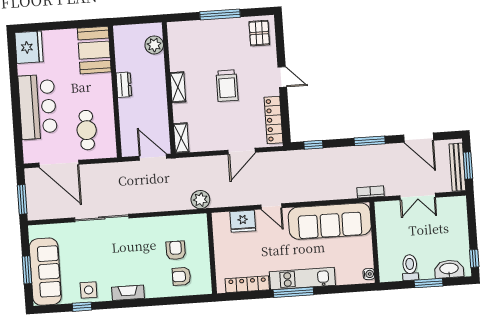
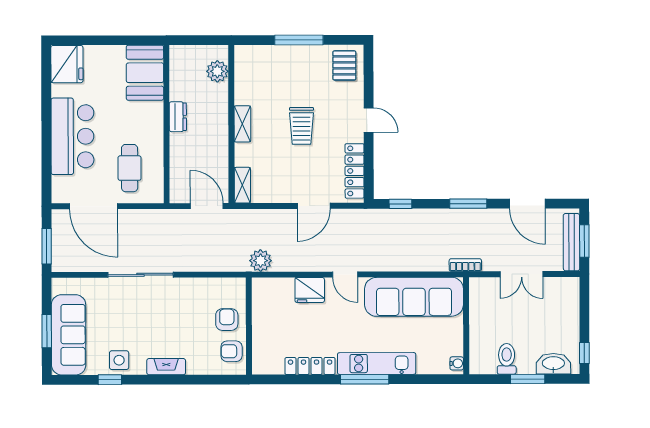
wall: (212, 253) -> (249, 326), moved

